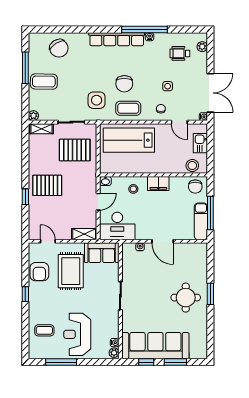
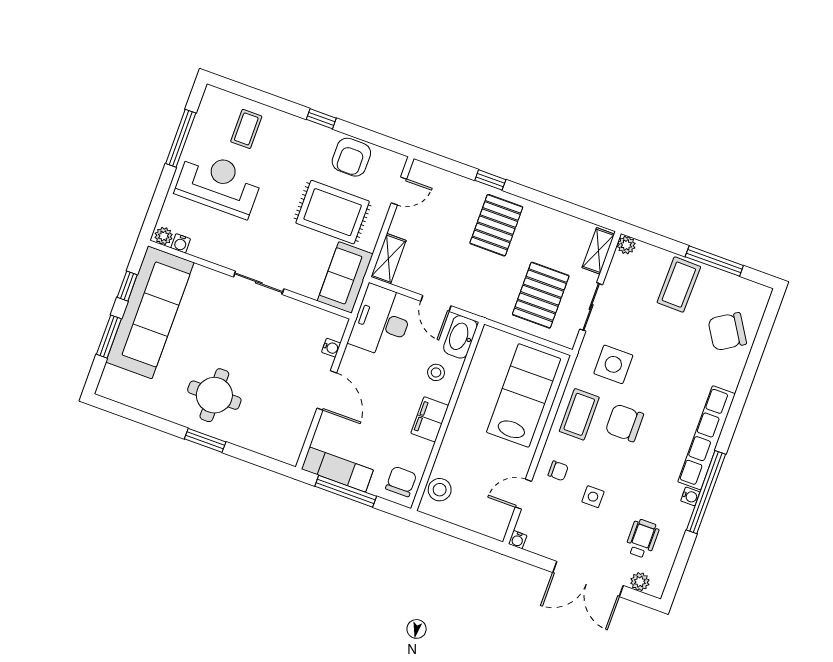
double door: (210, 93) -> (588, 579), moved
kitchen sink: (200, 143) -> (473, 518), removed
washbasin: (105, 181) -> (460, 337), width x1.91, depth x1.45
chair: (195, 187) -> (401, 482), turned 90
door: (163, 241) -> (327, 390), swing flipped
armchair: (39, 272) -> (351, 157), turned -90

